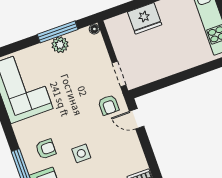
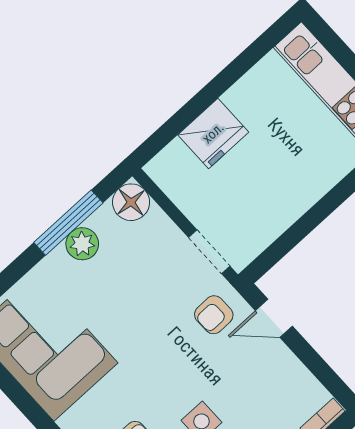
floor lamp: (94, 29) -> (131, 202), width x1.89, depth x1.89
armchair: (109, 105) -> (214, 315), turned 89

